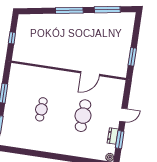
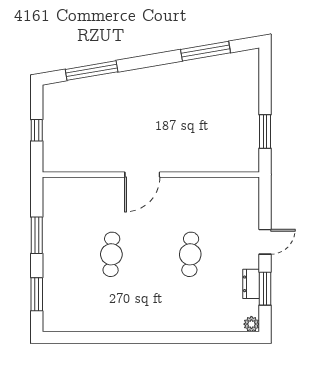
window: (69, 10) -> (92, 71), moved
door: (90, 74) -> (142, 175), moved
cafe table: (83, 116) -> (190, 254), width x0.73, depth x0.74

